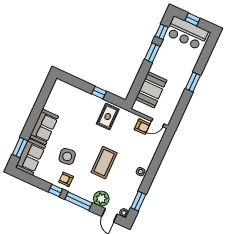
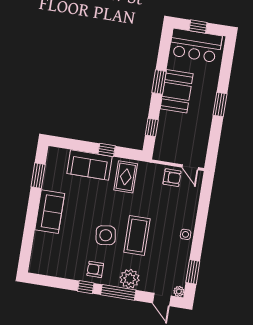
window: (162, 32) -> (152, 127), moved
booth: (151, 90) -> (177, 91), moved
door: (158, 123) -> (190, 167), hinge flipped
window: (20, 148) -> (38, 176), moved
side table: (67, 156) -> (106, 235), moved
sofa: (31, 157) -> (90, 165), moved, turned 90
plant: (101, 199) -> (130, 279), moved

